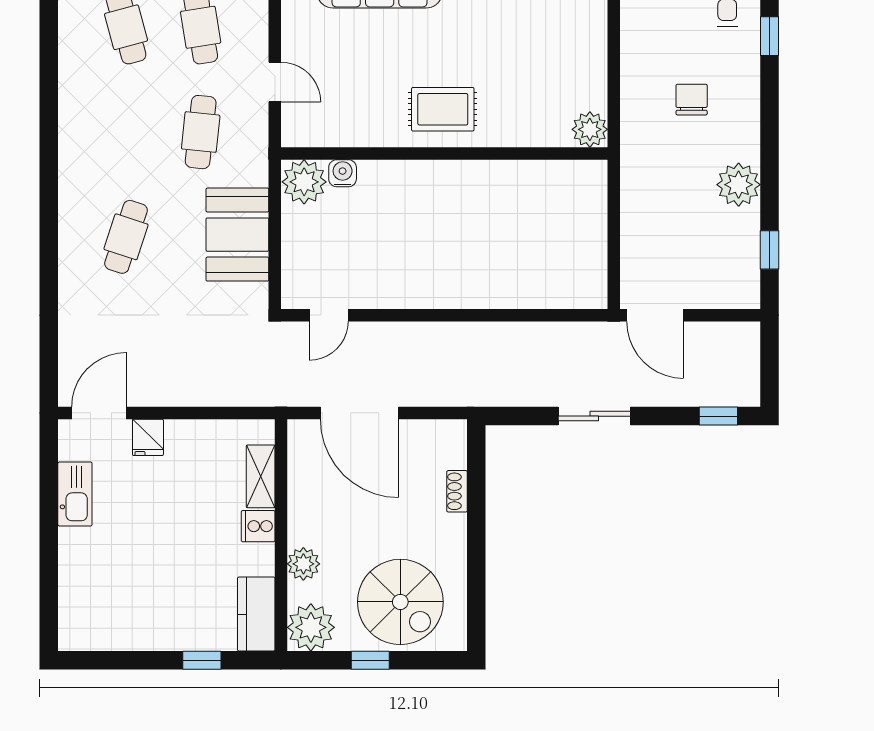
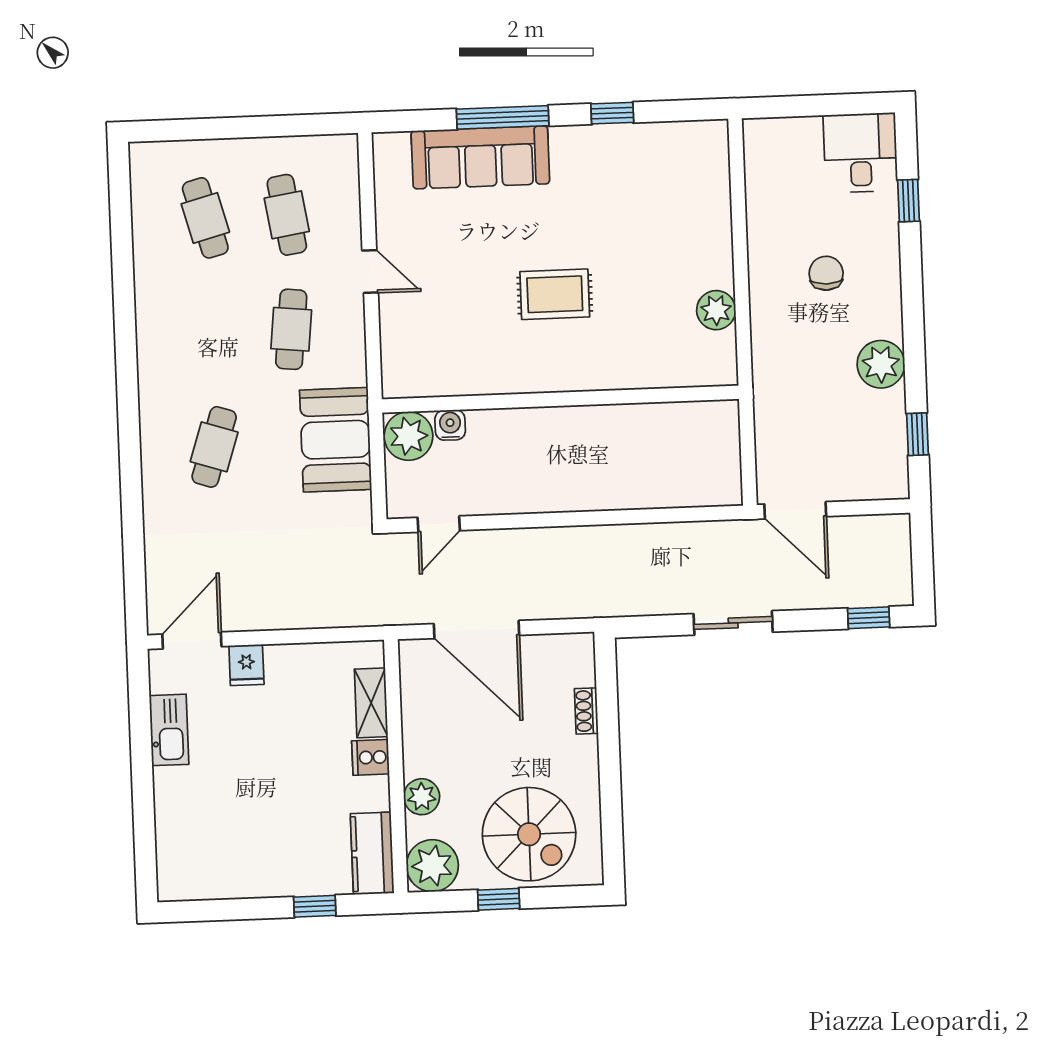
wall: (444, 153) -> (560, 399), moved
water cooler: (343, 173) -> (450, 425), moved
plant: (304, 182) -> (409, 436), moved

